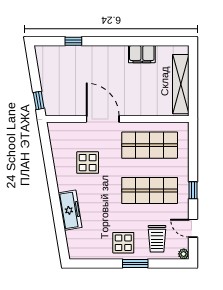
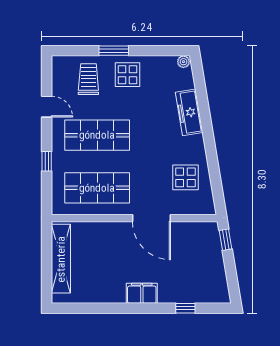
filing cabinet: (142, 54) -> (142, 293), moved
display table: (88, 163) -> (185, 177), moved
window: (193, 190) -> (47, 161), moved
door: (193, 228) -> (47, 107), moved
plant: (184, 254) -> (183, 62), moved

